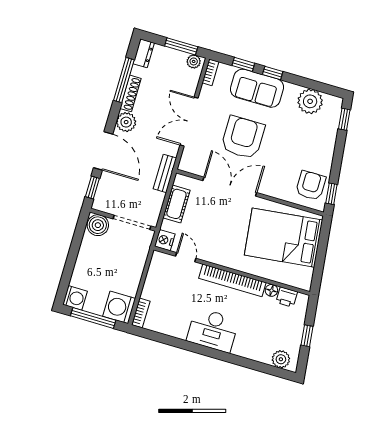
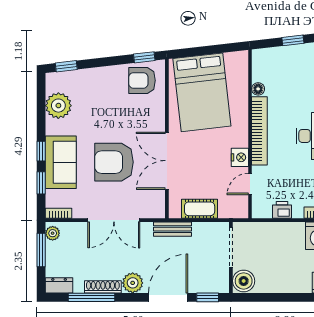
nightstand: (165, 240) -> (240, 157), moved, turned -90
printer: (287, 297) -> (282, 210), moved, turned -90

